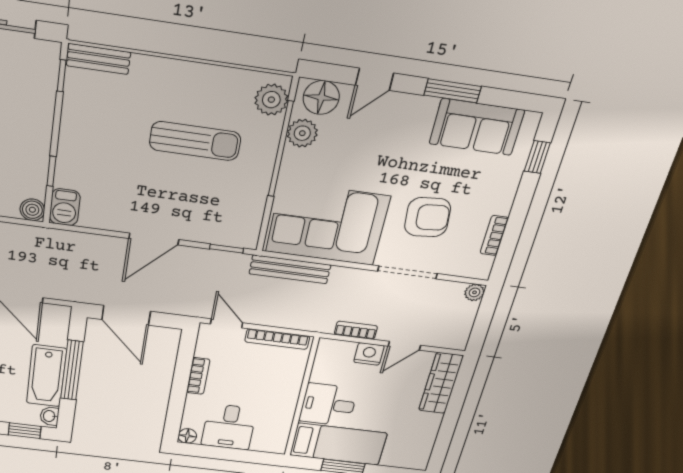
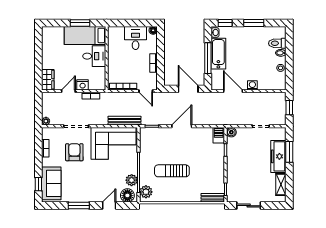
sofa: (477, 127) -> (51, 183), moved, turned 90
armchair: (428, 217) -> (74, 152), turned 95
wardrobe: (441, 383) -> (48, 80), width x0.67

